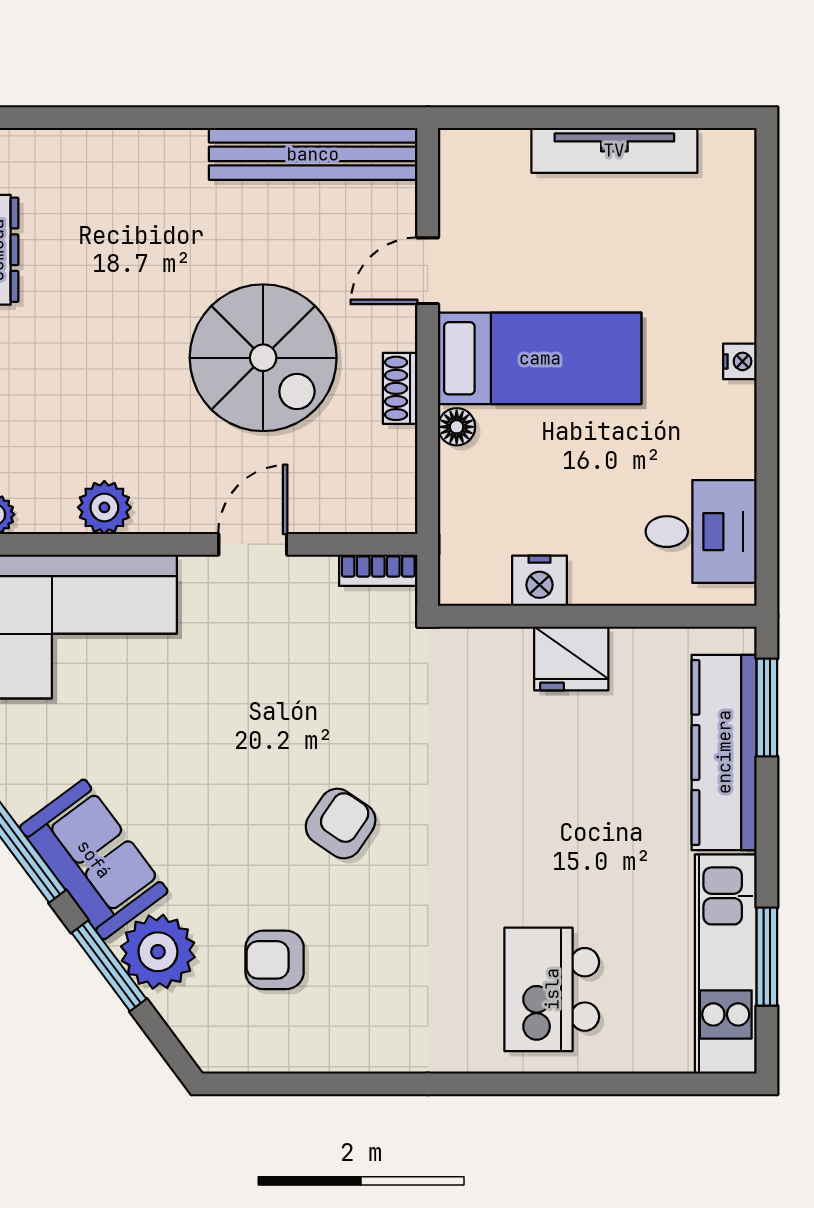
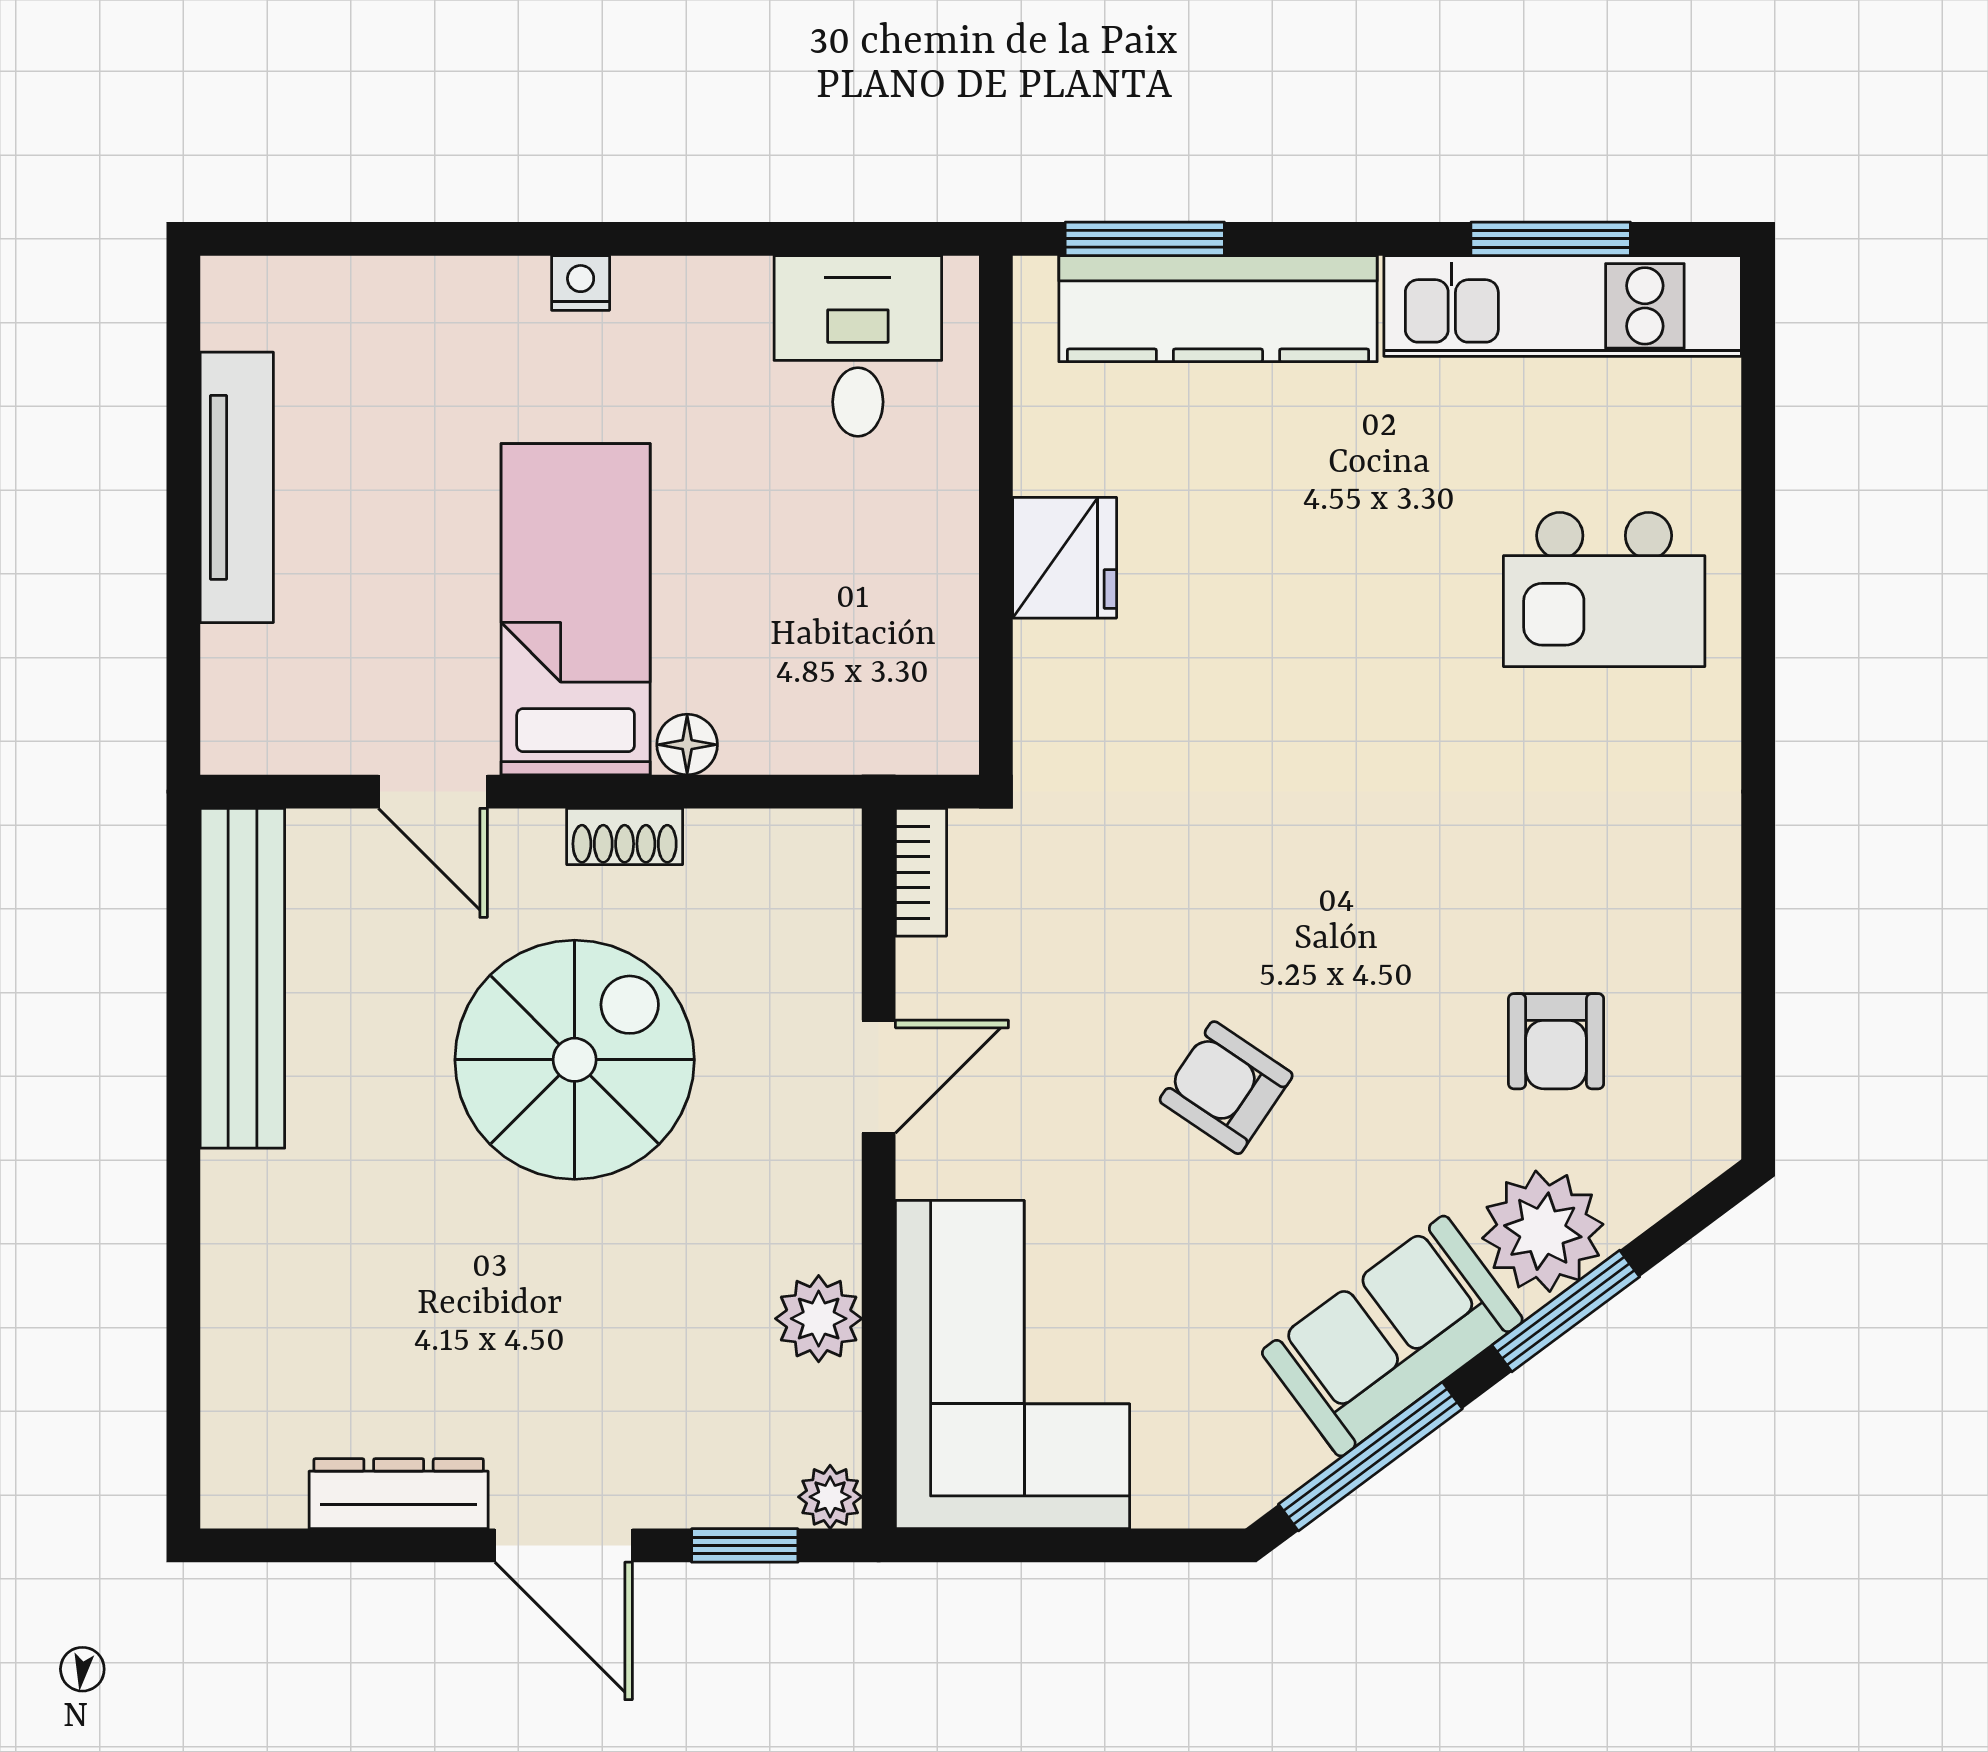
door: (253, 544) -> (879, 1077), swing flipped
nightstand: (540, 581) -> (938, 609), removed
armchair: (341, 823) -> (1226, 1088), moved

